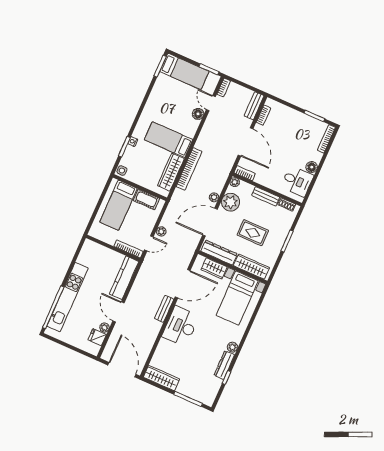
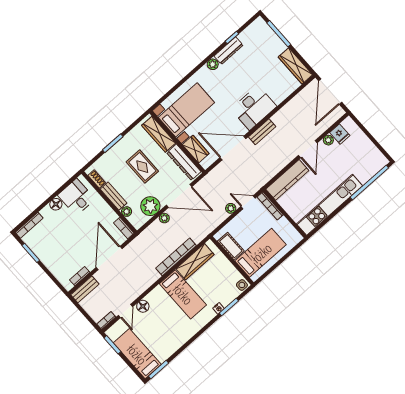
plant: (235, 182) -> (127, 212), moved
kitchen unit: (68, 297) -> (330, 205), moved

